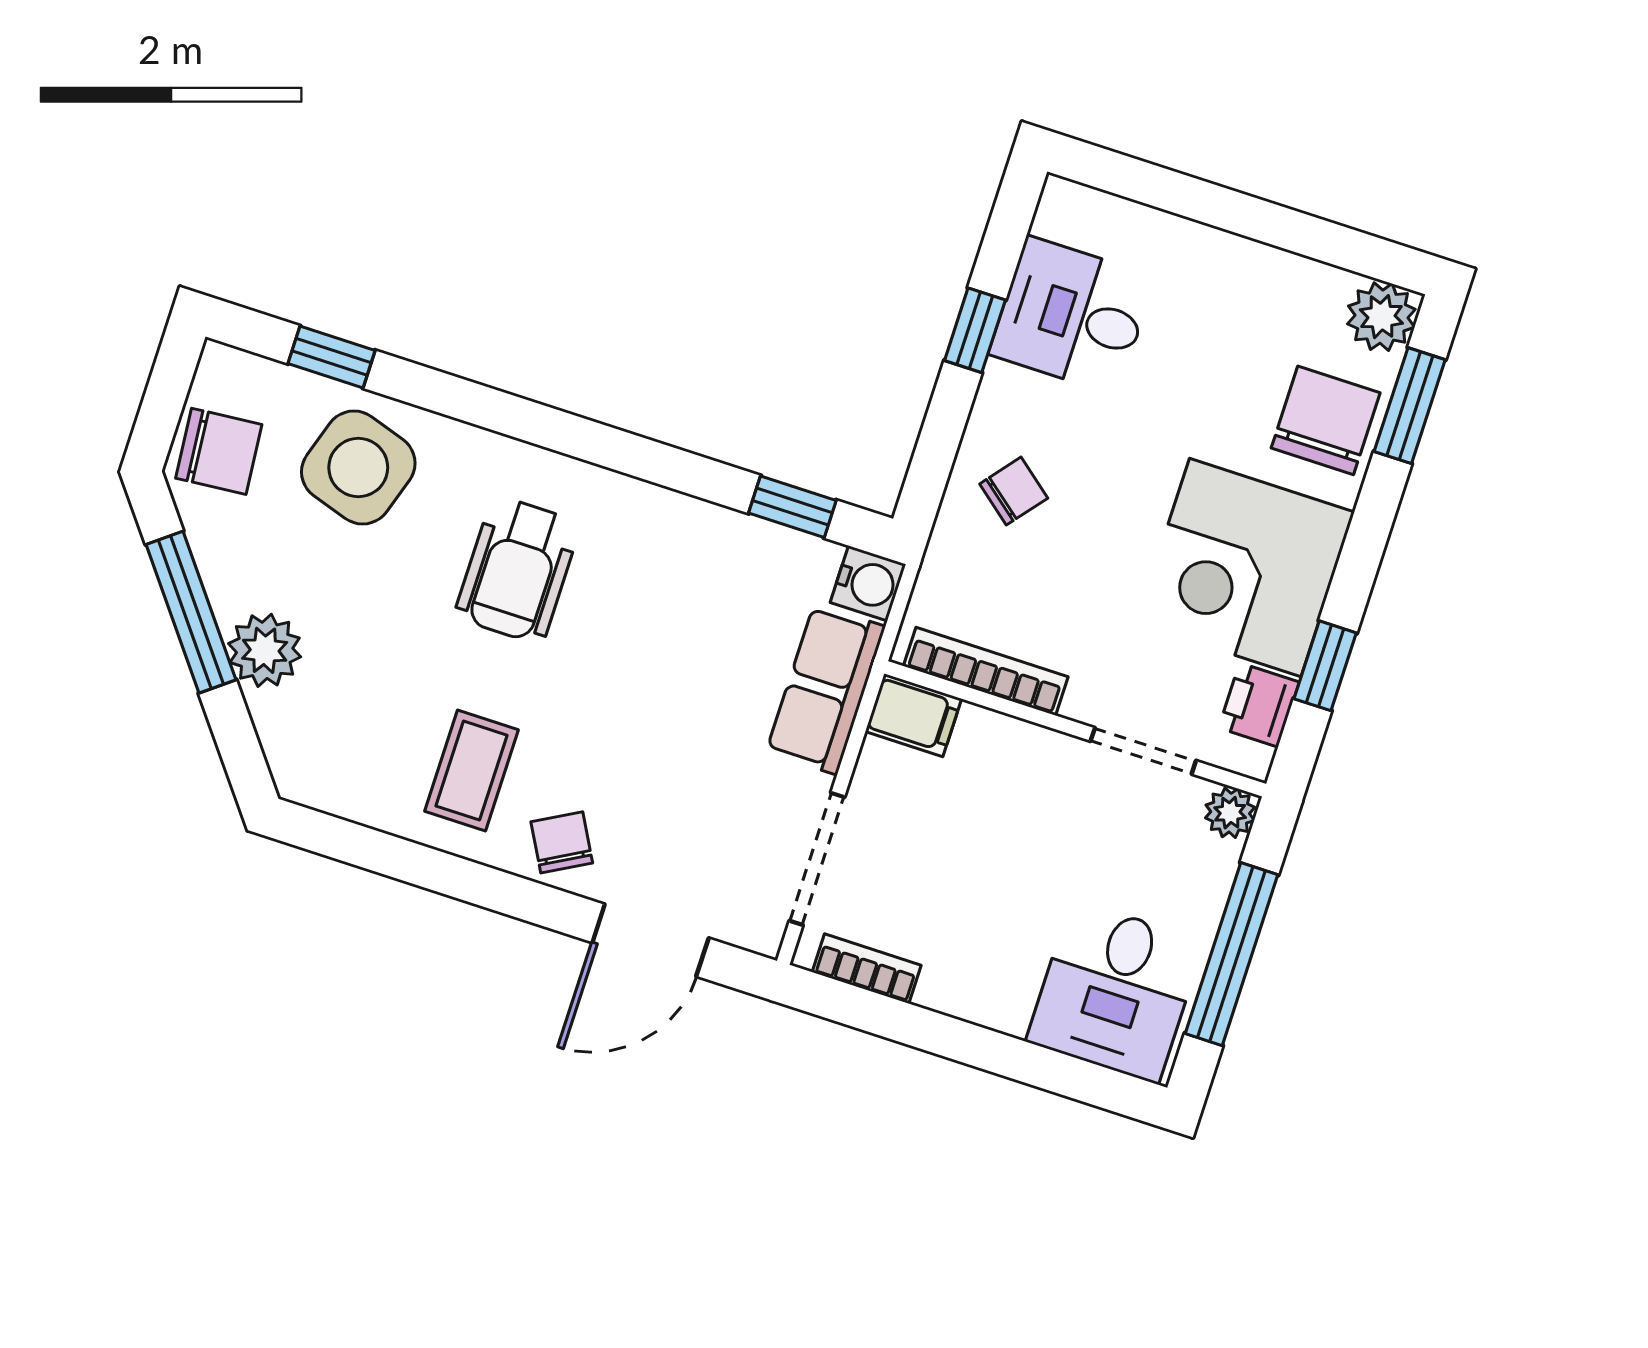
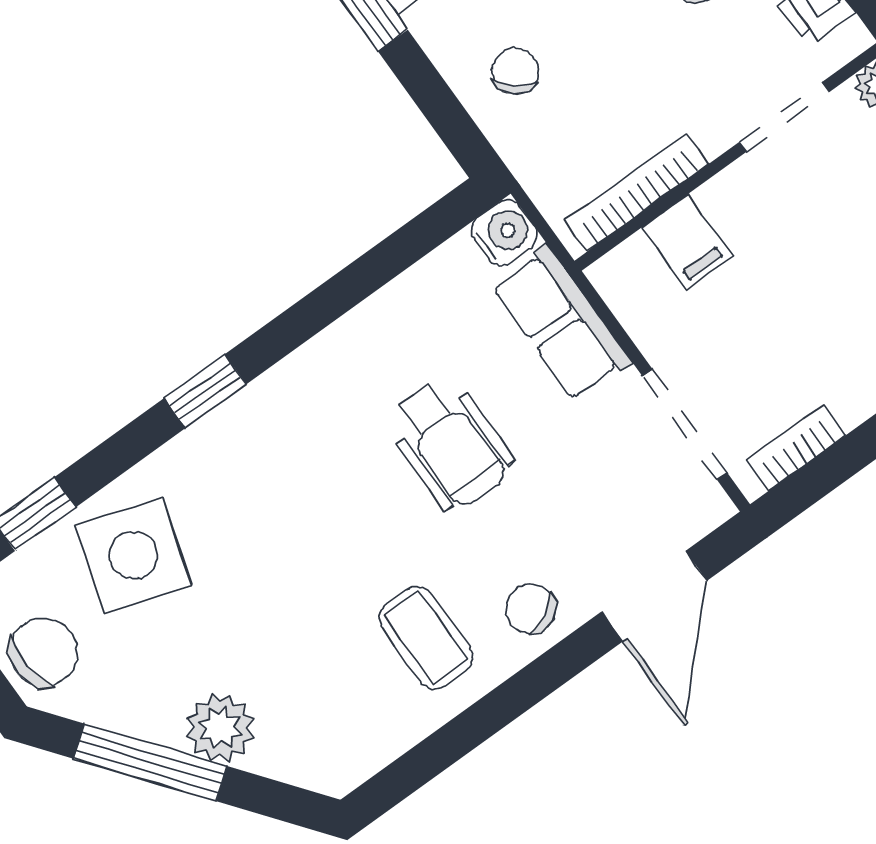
window: (792, 507) -> (205, 391), moved
wheelchair: (518, 570) -> (450, 444), moved
filing cabinet: (913, 715) -> (687, 242), moved, turned 90

